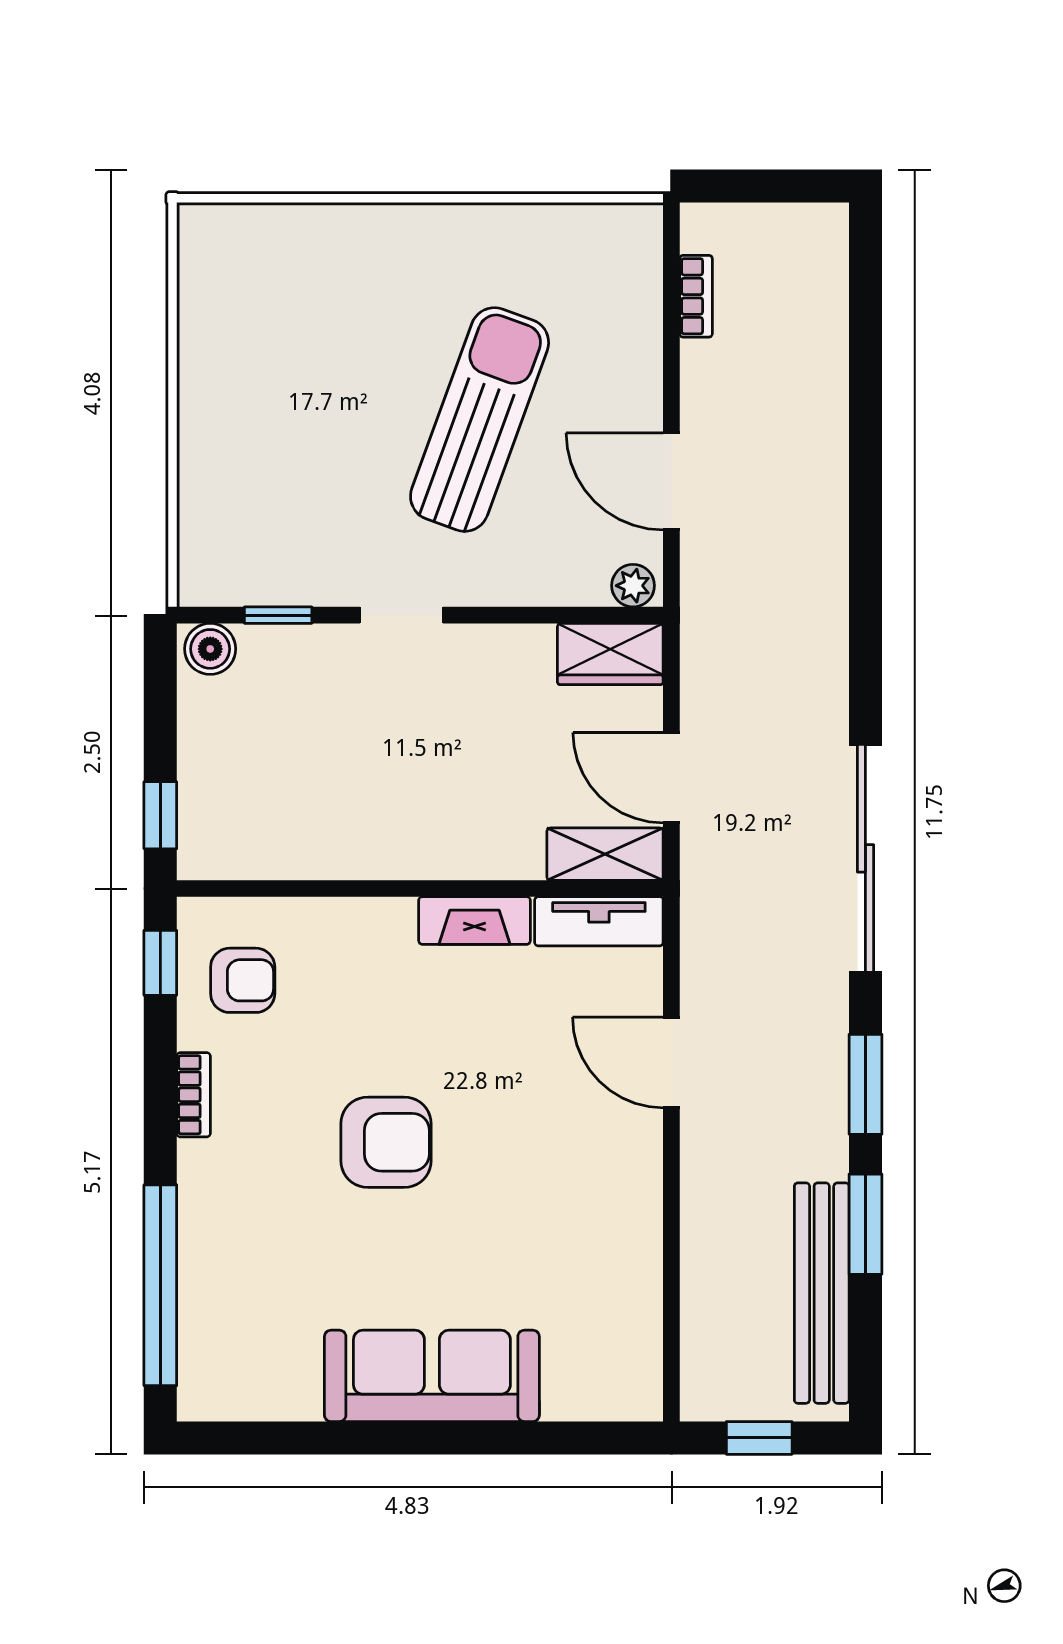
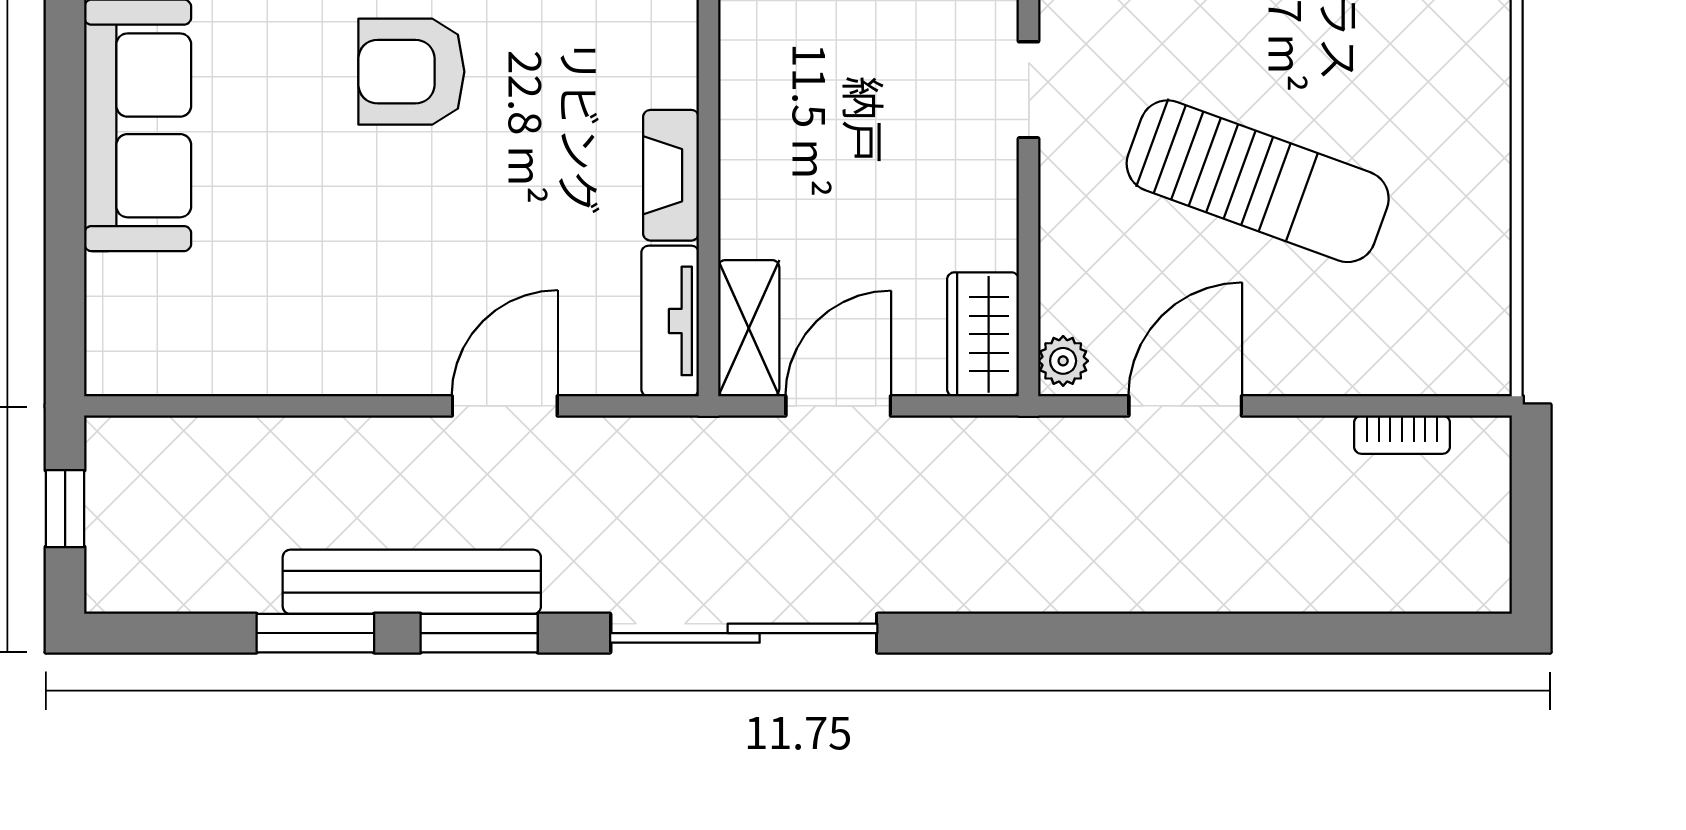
armchair: (386, 1142) -> (411, 72), turned 90
bench: (822, 1293) -> (412, 582), moved

